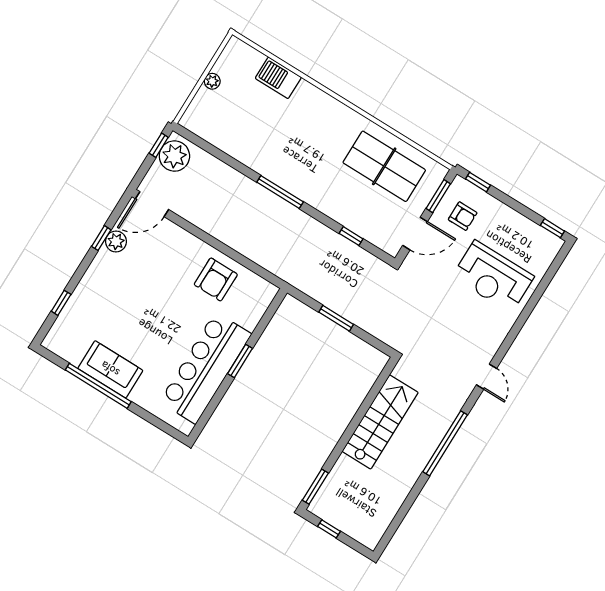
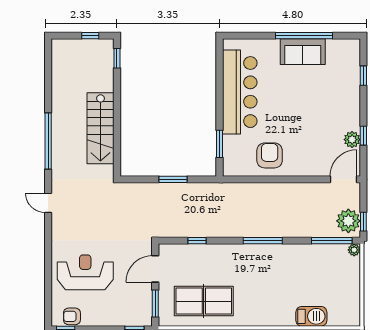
plant: (212, 81) -> (354, 250), moved
window: (206, 146) -> (332, 241), added
armchair: (463, 216) -> (72, 316), moved
window: (240, 361) -> (220, 144), moved
window: (315, 487) -> (117, 58), width x0.67

